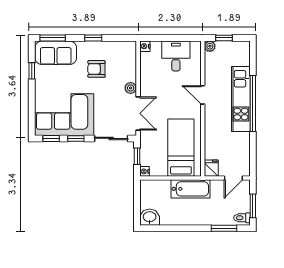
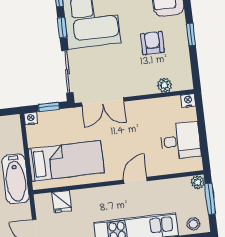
window: (224, 38) -> (210, 199), width x1.50
stool: (242, 53) -> (193, 224), added
plant: (131, 88) -> (164, 85), moved
fridge: (211, 168) -> (62, 202), moved, turned 90

